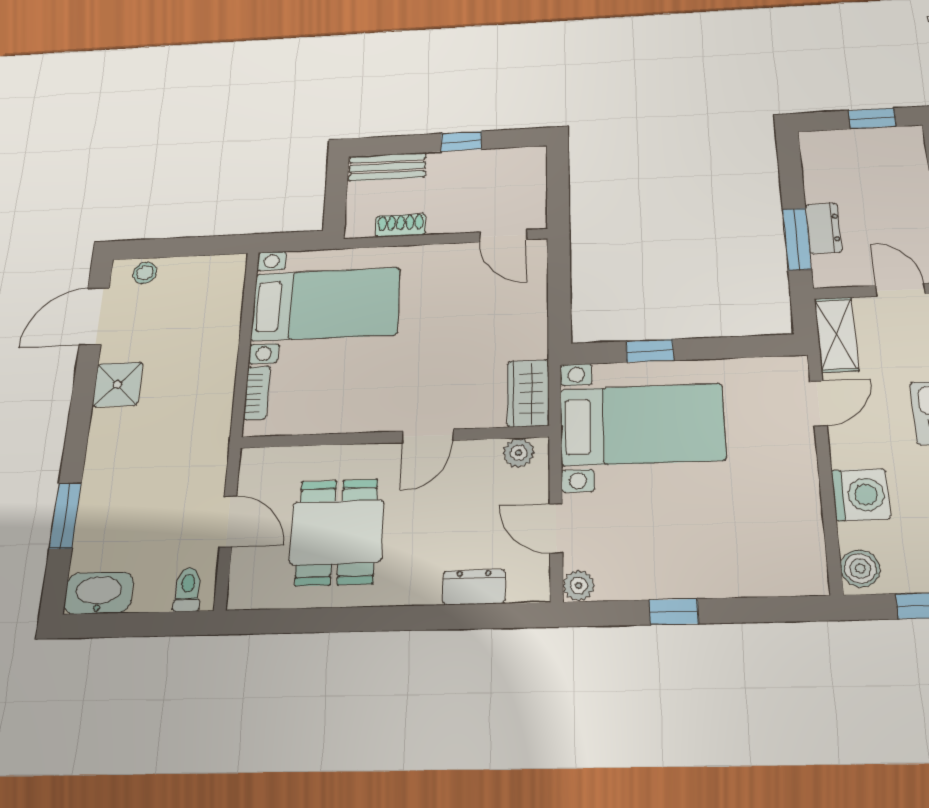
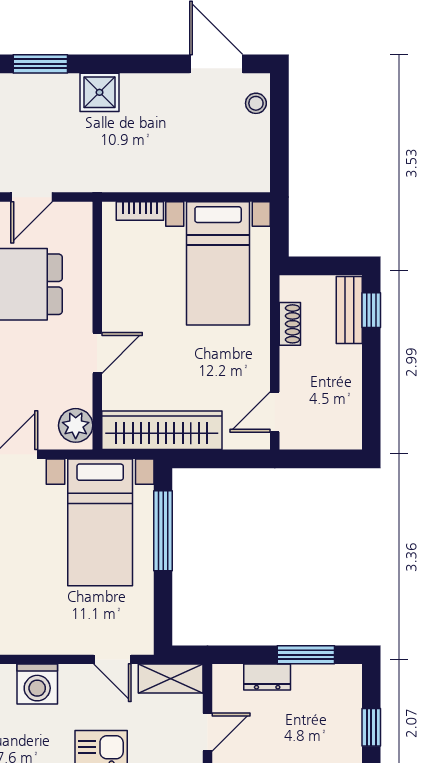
window: (461, 141) -> (371, 310), moved
window: (797, 239) -> (306, 655), moved
window: (650, 351) -> (163, 531), width x2.17
shower: (118, 384) -> (100, 92), moved
wardrobe: (528, 393) -> (162, 430), width x2.10, depth x1.17
door: (428, 436) -> (97, 353), swing flipped
plant: (519, 453) -> (76, 425), width x1.38, depth x1.38

